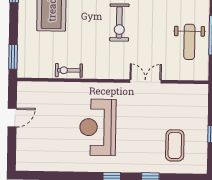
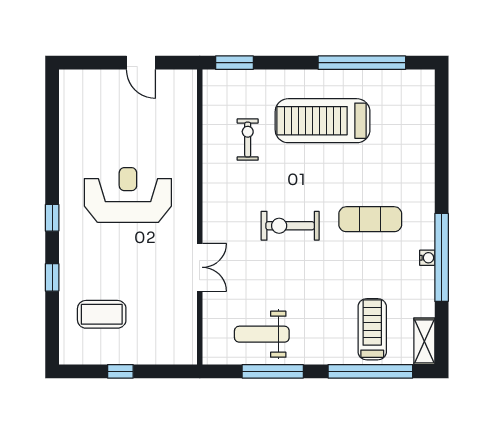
exercise bike: (69, 70) -> (248, 140), moved

